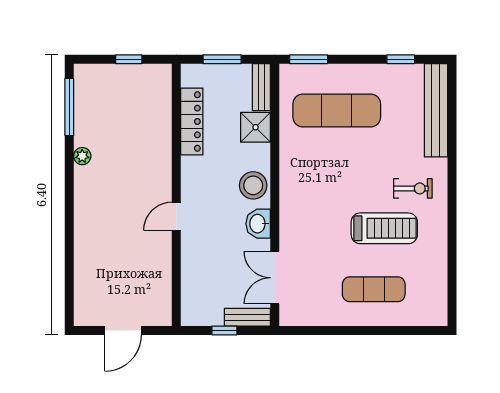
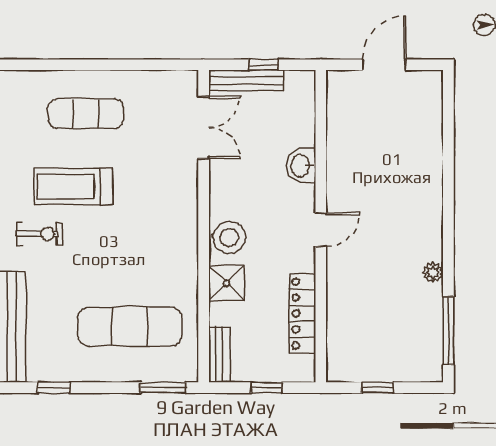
window: (222, 59) -> (266, 388), width x0.67
shower: (256, 127) -> (226, 283), moved
exercise bike: (413, 188) -> (39, 234), turned 180
door: (176, 216) -> (321, 230), moved
washbasin: (258, 224) -> (301, 166), moved, turned 180
bench: (247, 317) -> (246, 80), width x1.36

